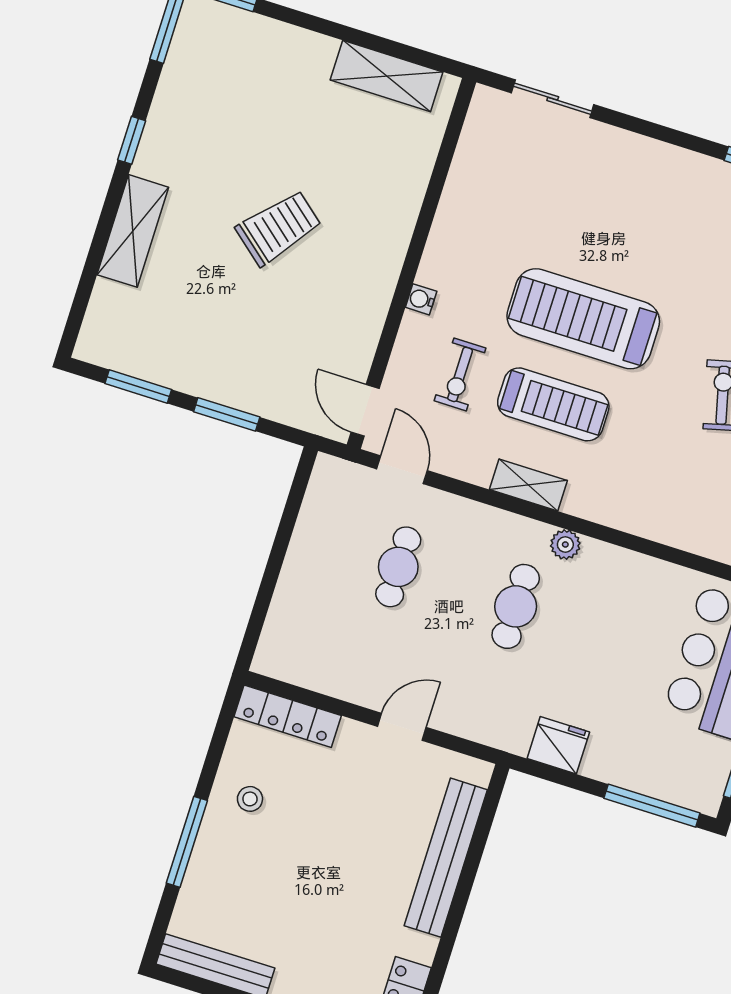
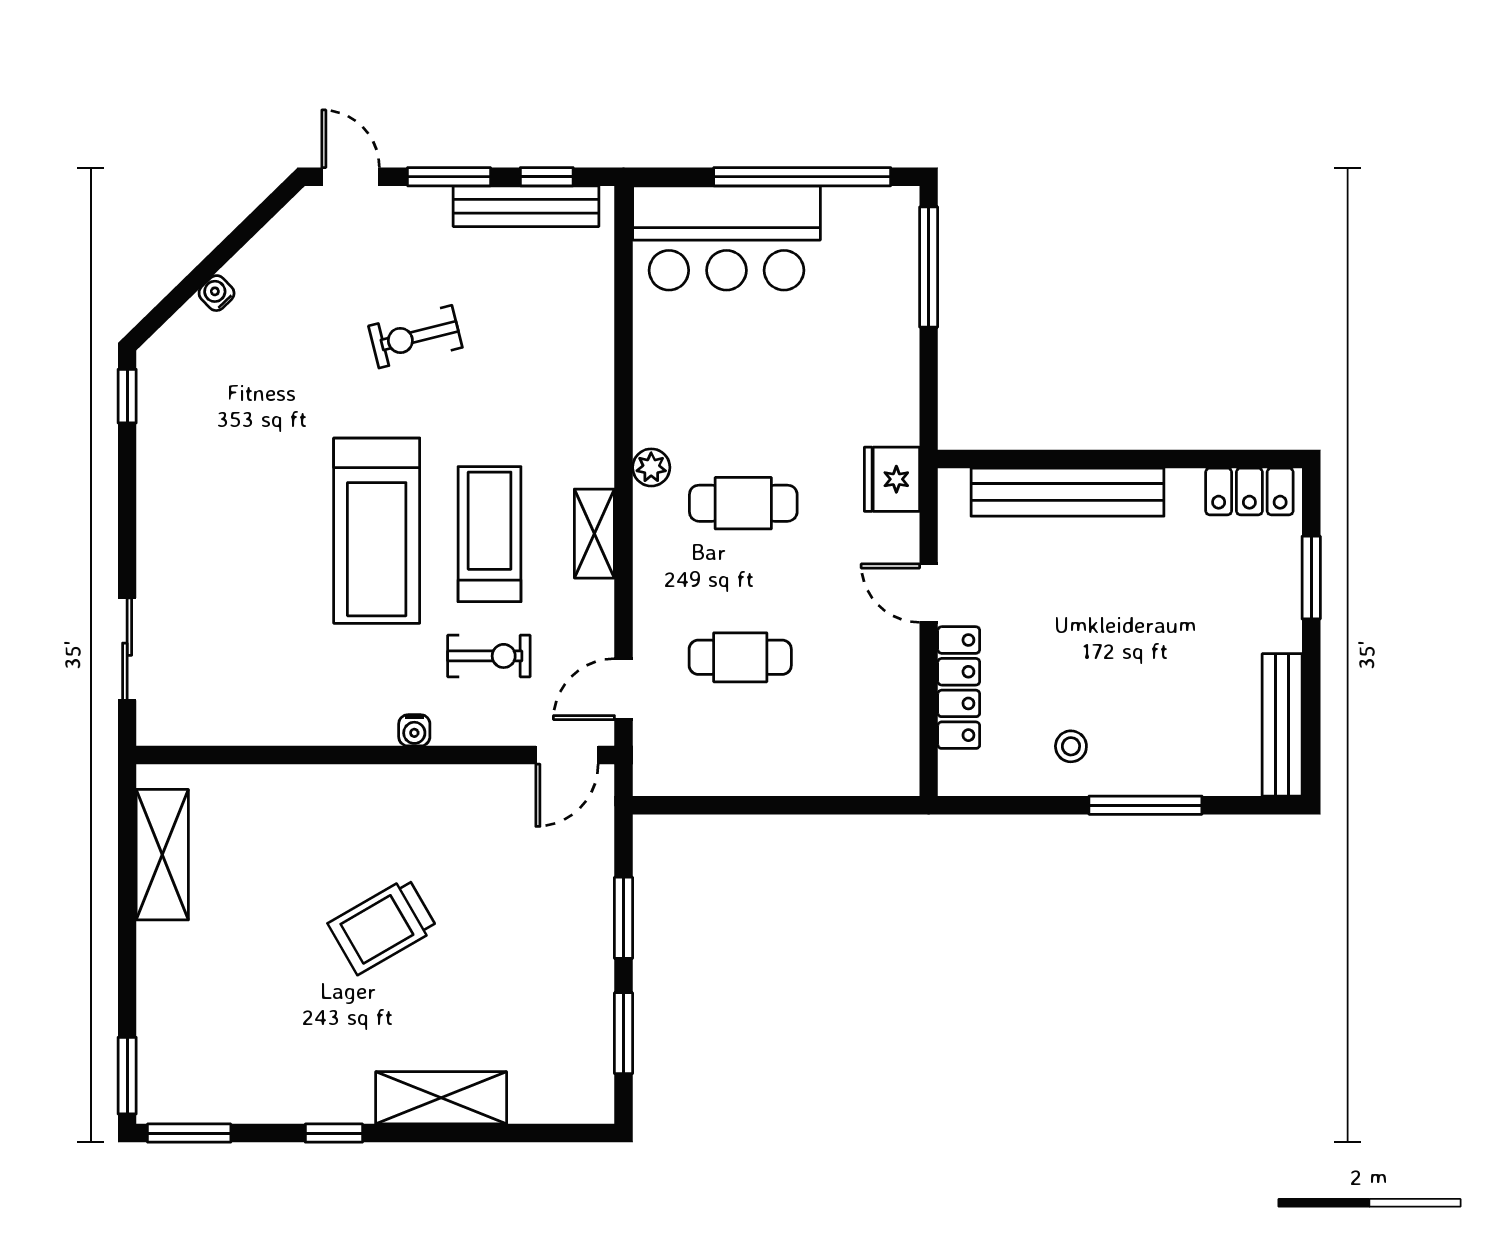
trolley: (279, 228) -> (383, 926), turned -70
locker: (288, 716) -> (959, 688), moved
fridge: (558, 745) -> (892, 479), moved

